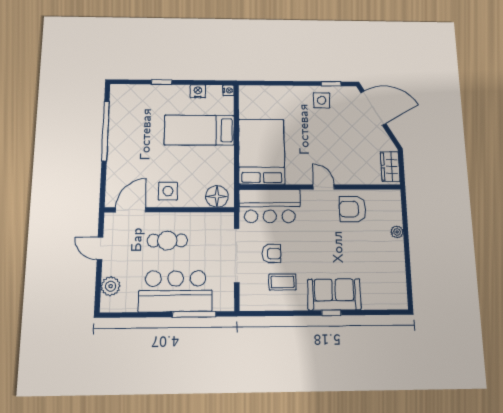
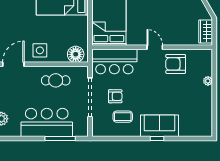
cafe table: (167, 241) -> (56, 80), moved

